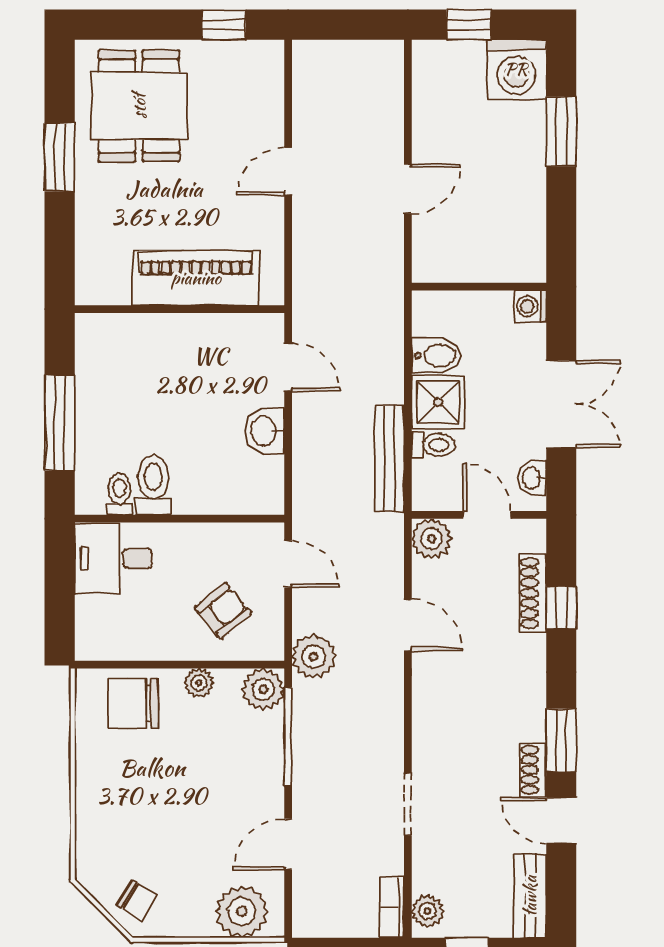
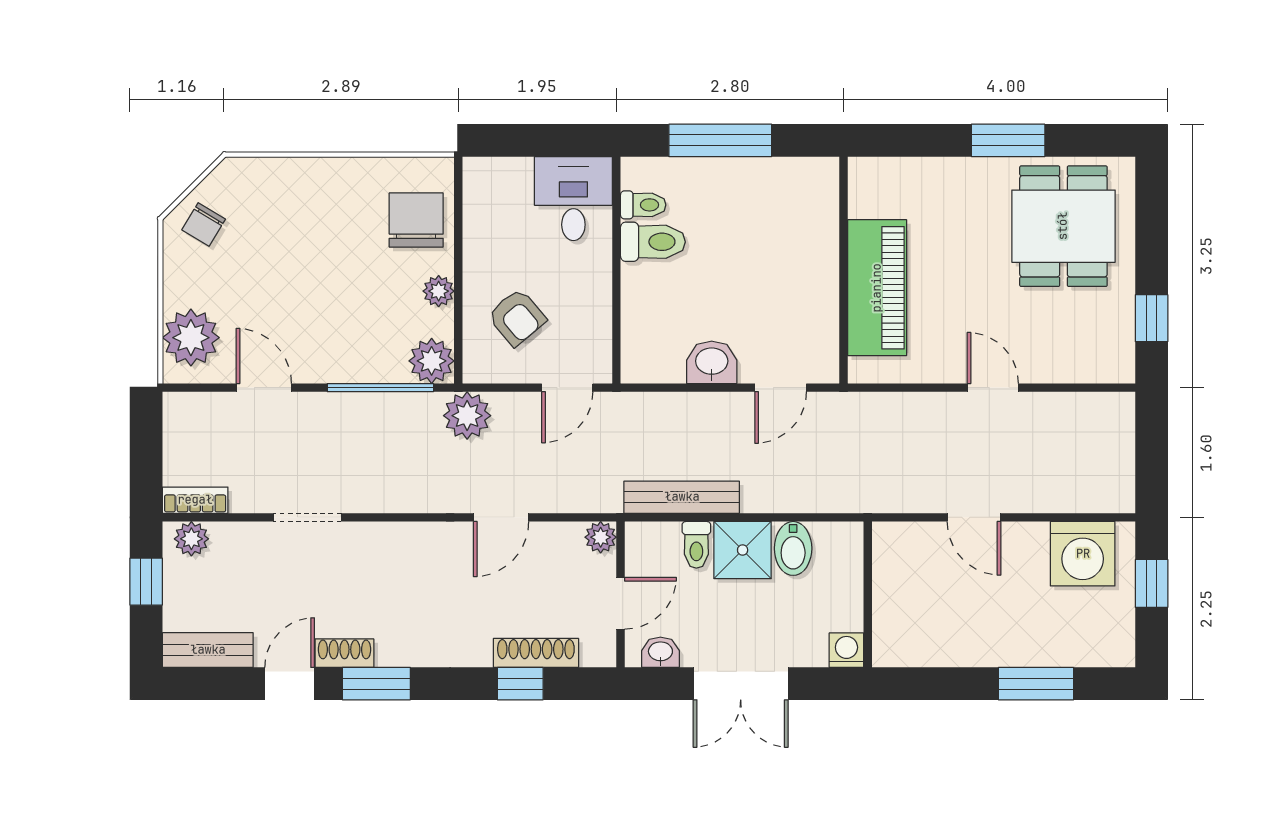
washing machine: (516, 69) -> (1083, 554), moved, turned -90
dining table: (139, 106) -> (1063, 226), turned 90
plant: (432, 539) -> (601, 537), width x0.73, depth x0.73

